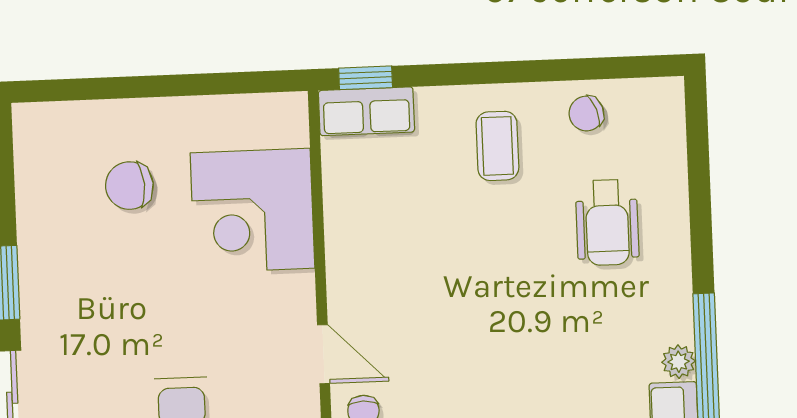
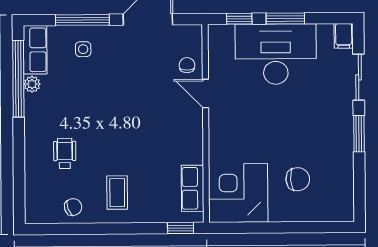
row of seats: (366, 111) -> (193, 188), moved, turned -90
corner desk: (252, 211) -> (238, 193), moved, turned -90
wheelchair: (607, 222) -> (65, 153), width x0.73, depth x0.73

